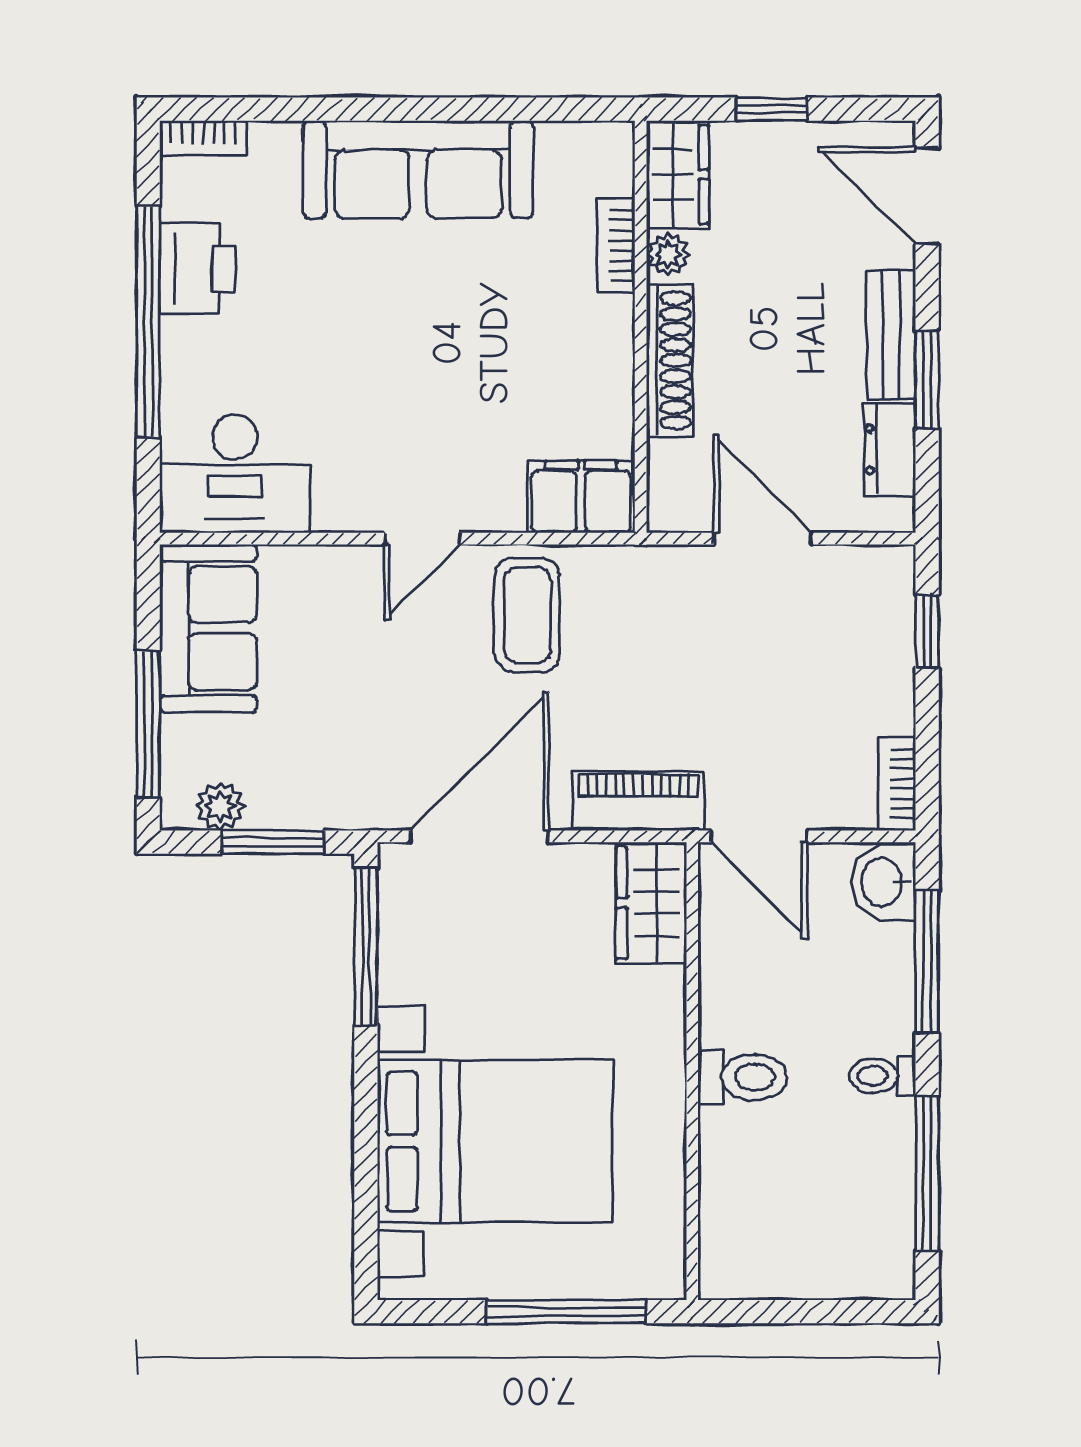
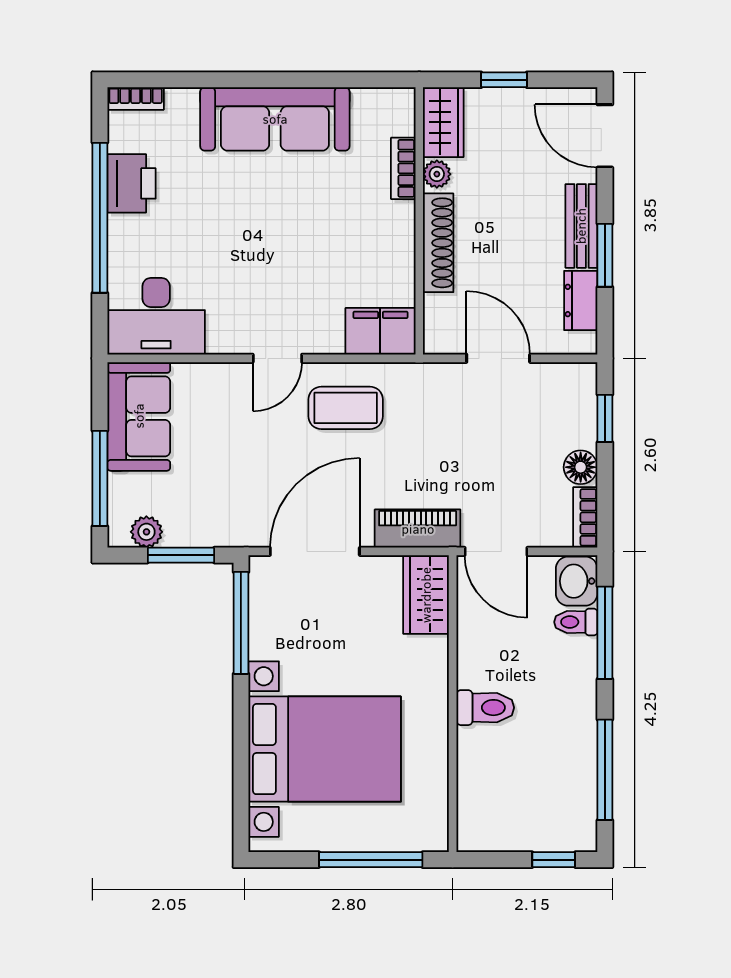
coffee table: (527, 615) -> (346, 408), turned 90
floor lamp: (890, 707) -> (581, 467), added
toilet: (882, 1076) -> (576, 622), moved
window: (848, 1312) -> (554, 860), added

